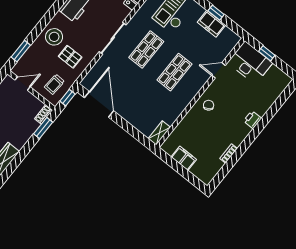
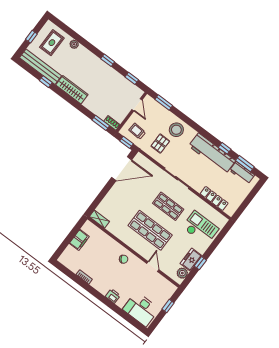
plant: (227, 35) -> (182, 273), added
desk: (250, 63) -> (141, 309), moved, turned 90
shop shelf: (175, 72) -> (150, 230), width x1.43, depth x1.36

